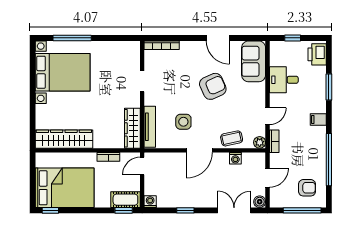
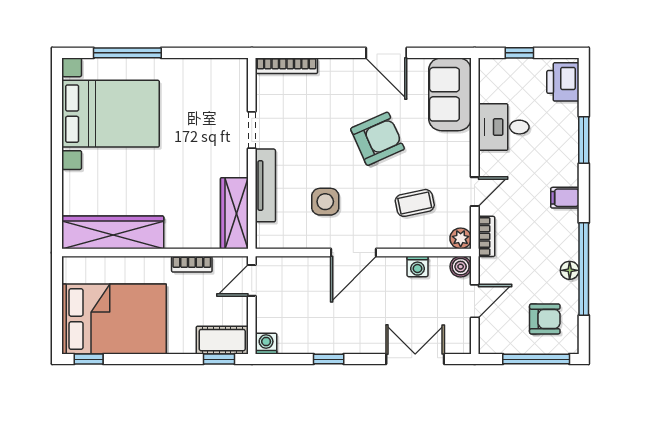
tv unit: (150, 127) -> (265, 185), moved
coffee table: (232, 138) -> (415, 203), moved
floor lamp: (321, 160) -> (570, 270), added
boiler: (260, 202) -> (461, 267), moved

